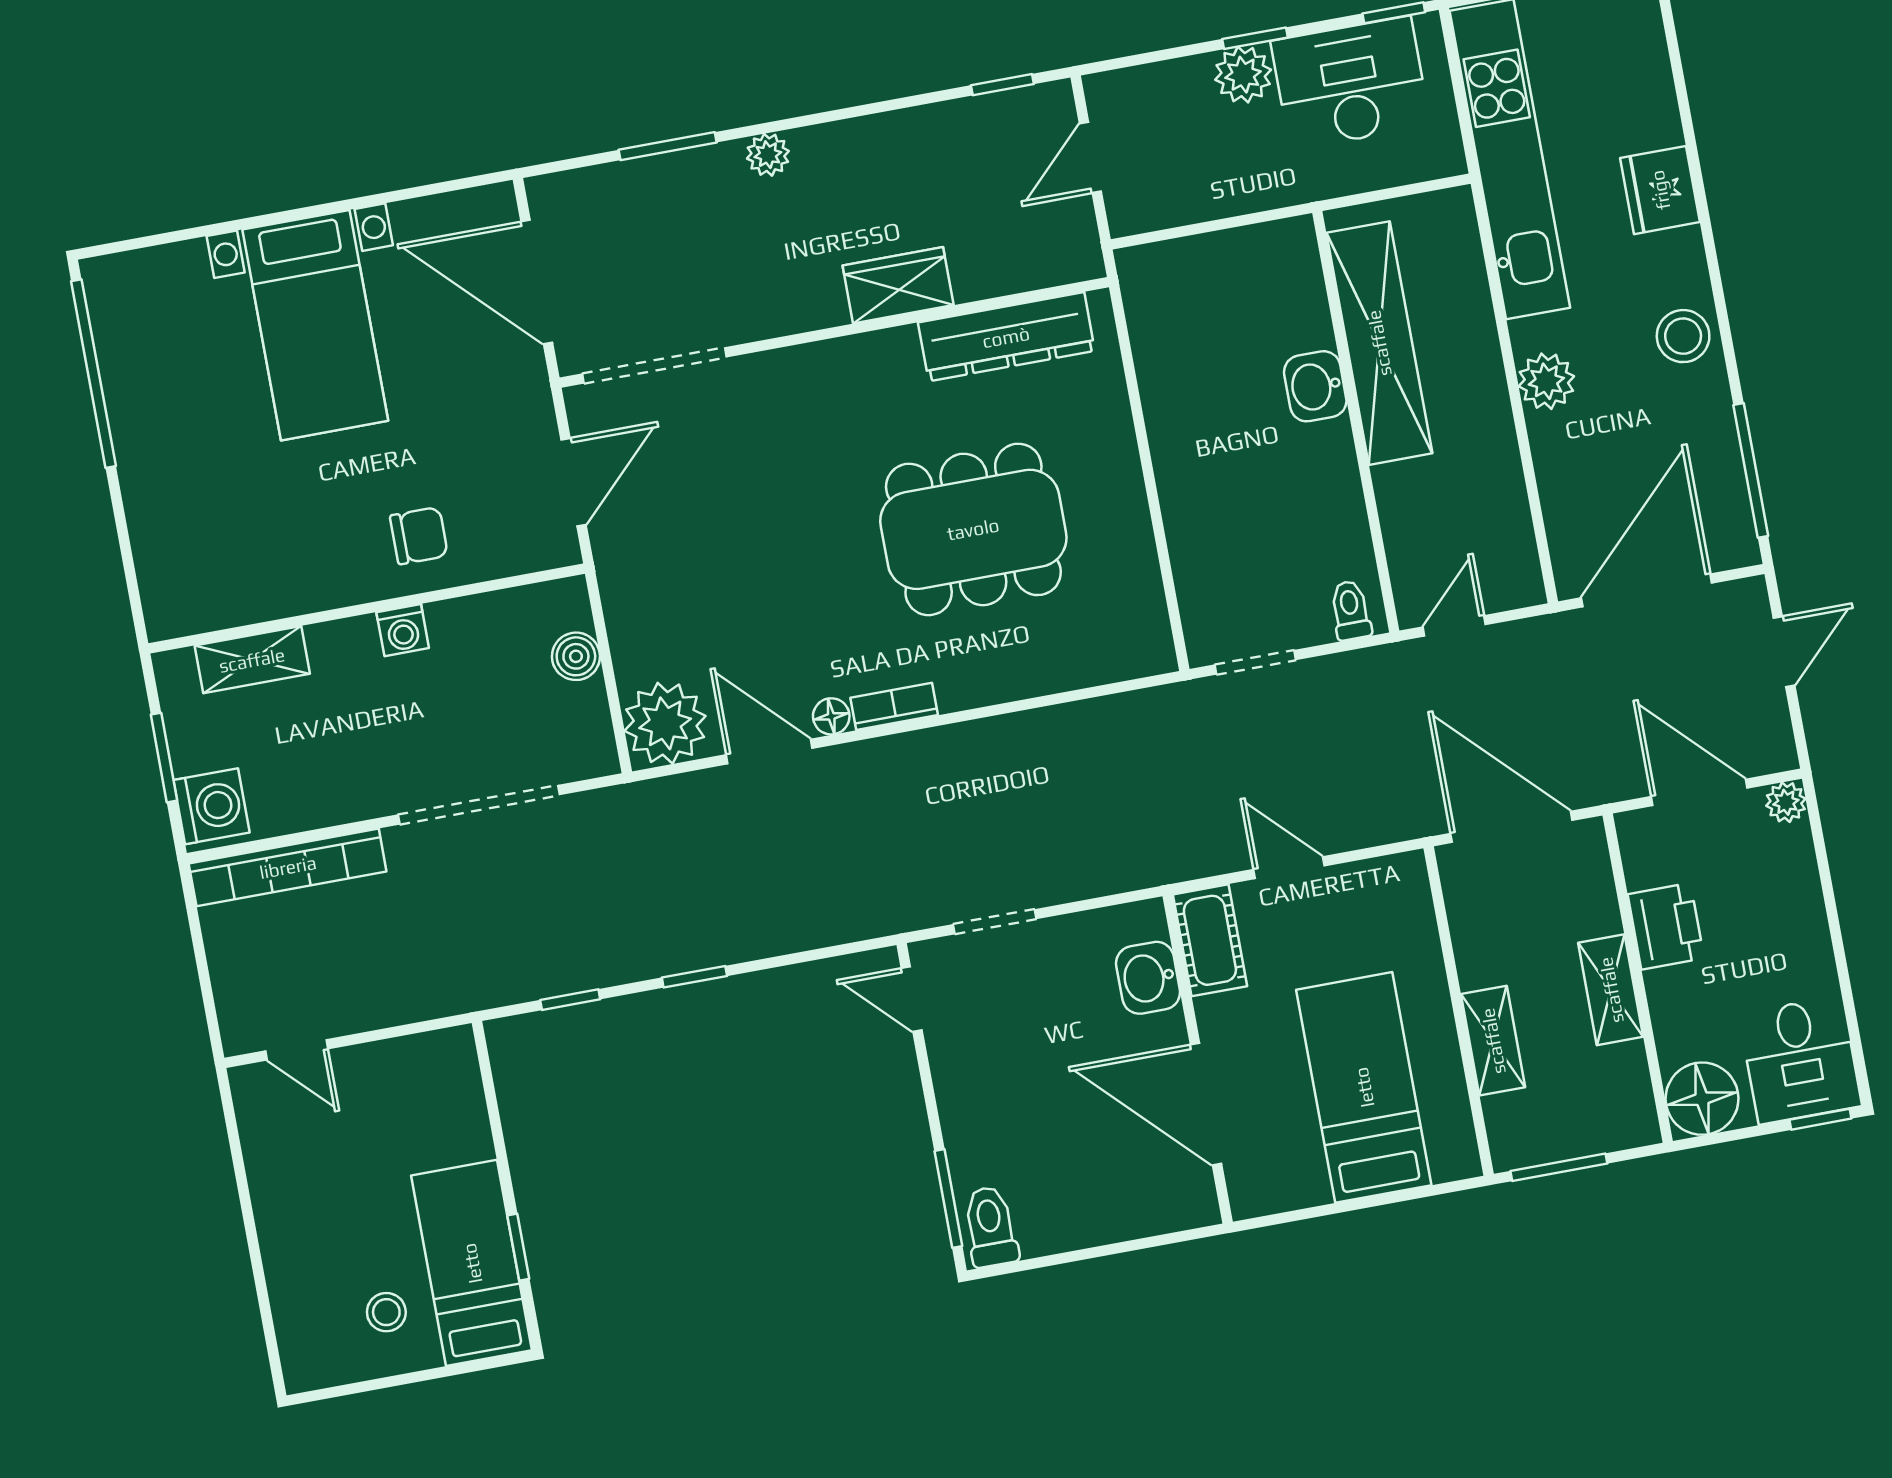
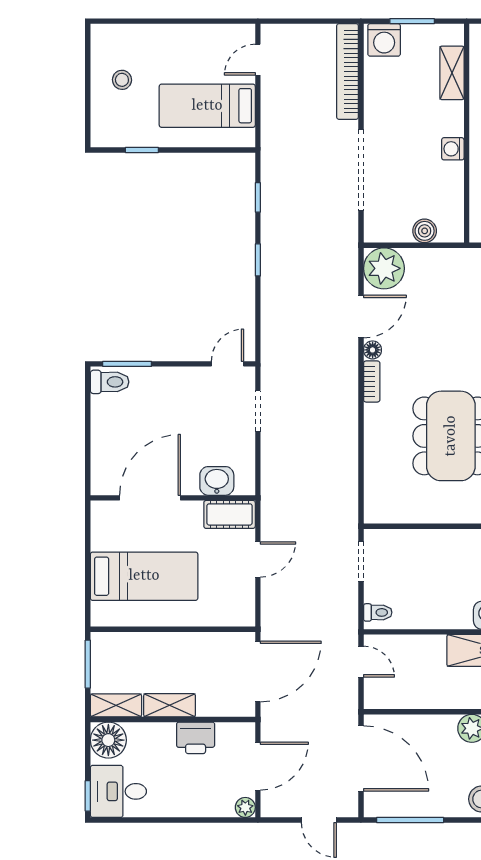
shelving: (1493, 1041) -> (116, 705), moved
bed: (472, 1263) -> (207, 106), moved, turned 180

